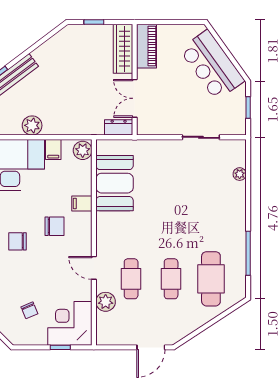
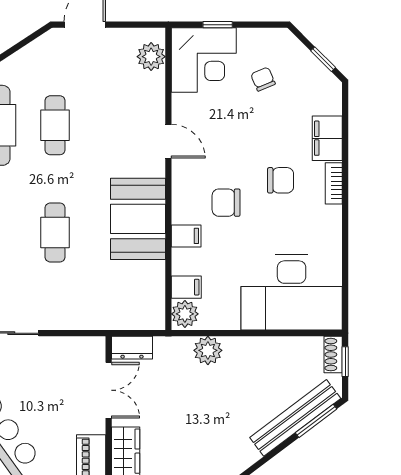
plant: (32, 125) -> (208, 350), moved
filing cabinet: (53, 149) -> (186, 287), moved, turned 90
booth: (115, 183) -> (138, 219), moved
cafe table: (131, 279) -> (55, 232), moved
plant: (106, 302) -> (151, 57), moved

